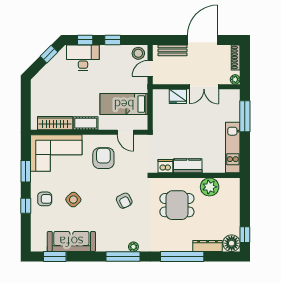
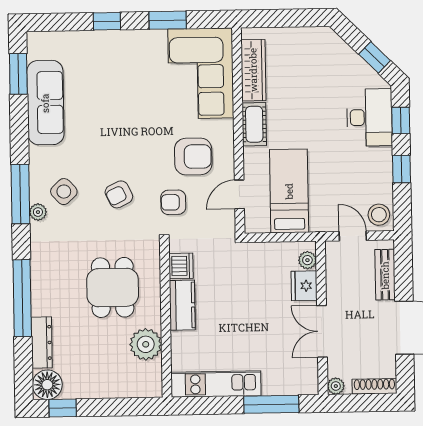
plant: (163, 94) -> (307, 260), added
armchair: (45, 199) -> (173, 202), moved, turned 90
side table: (73, 200) -> (64, 192), moved

